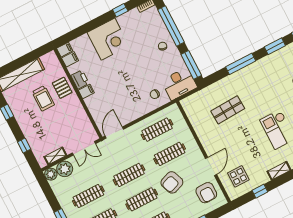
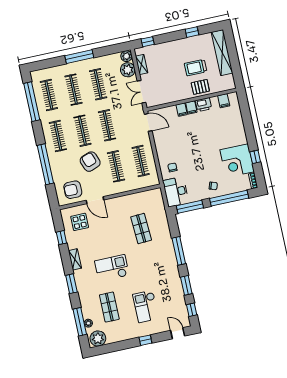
corner desk: (108, 39) -> (237, 161), moved
filing cabinet: (65, 50) -> (182, 110), moved
window: (24, 146) -> (148, 42), moved

